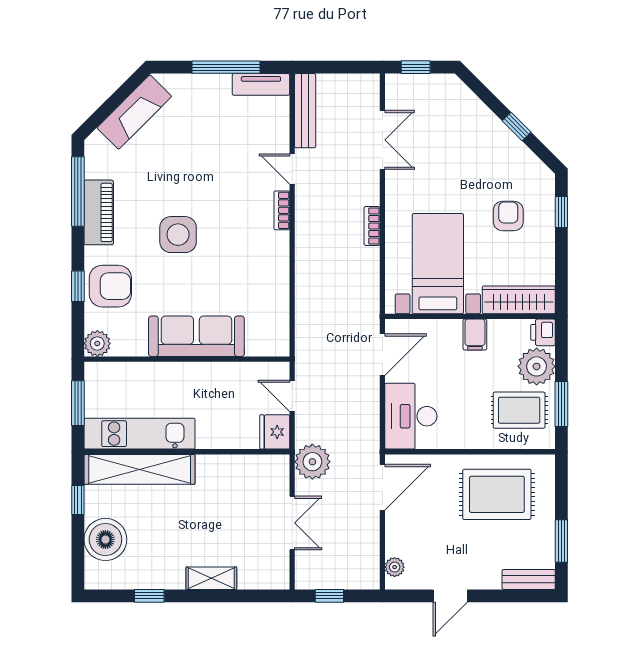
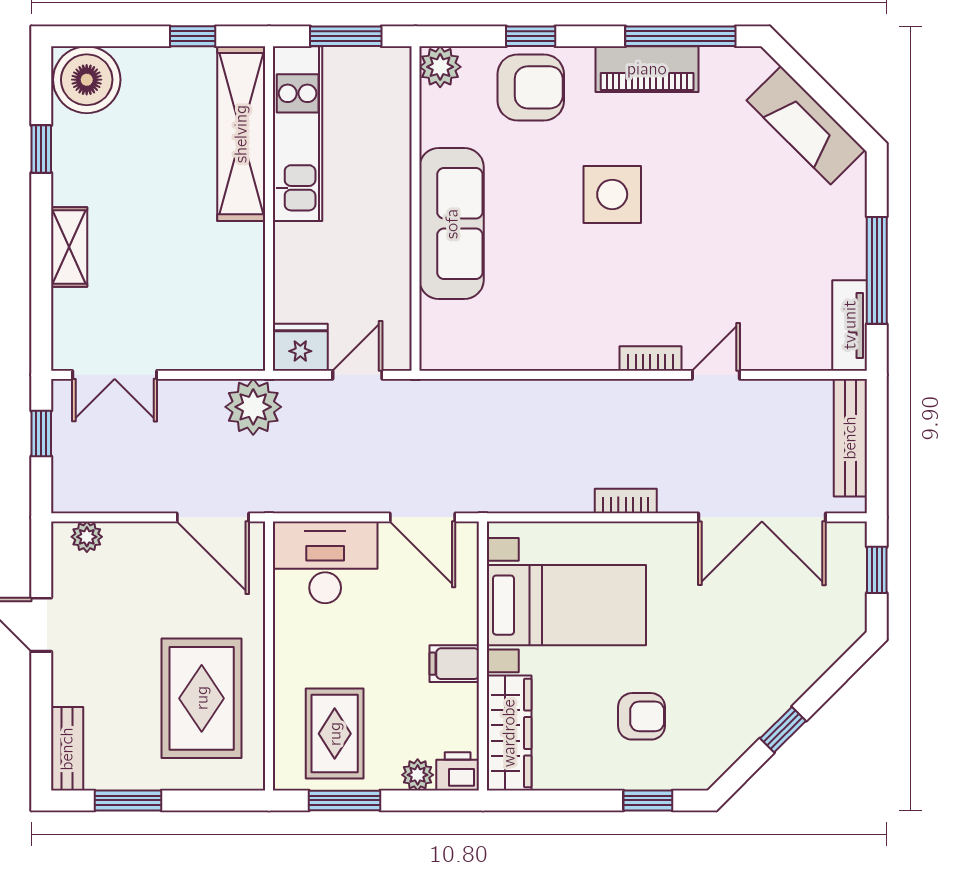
bench: (305, 111) -> (850, 438), moved, turned 90
double door: (382, 140) -> (762, 517), width x1.37
armchair: (110, 286) -> (531, 87), turned -90
plant: (537, 366) -> (418, 775), width x0.53, depth x0.53
double door: (292, 523) -> (115, 375), moved
boiler: (105, 539) -> (87, 80), moved

